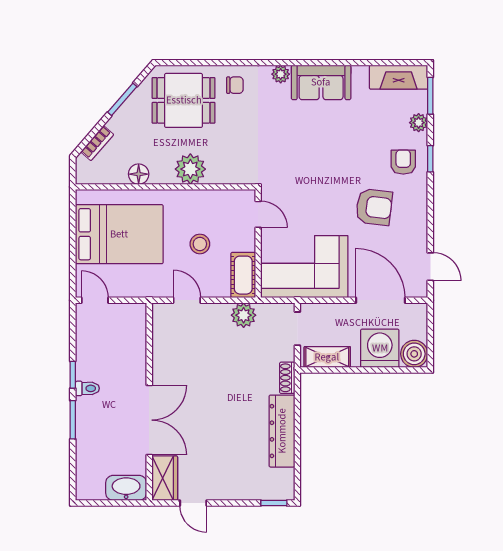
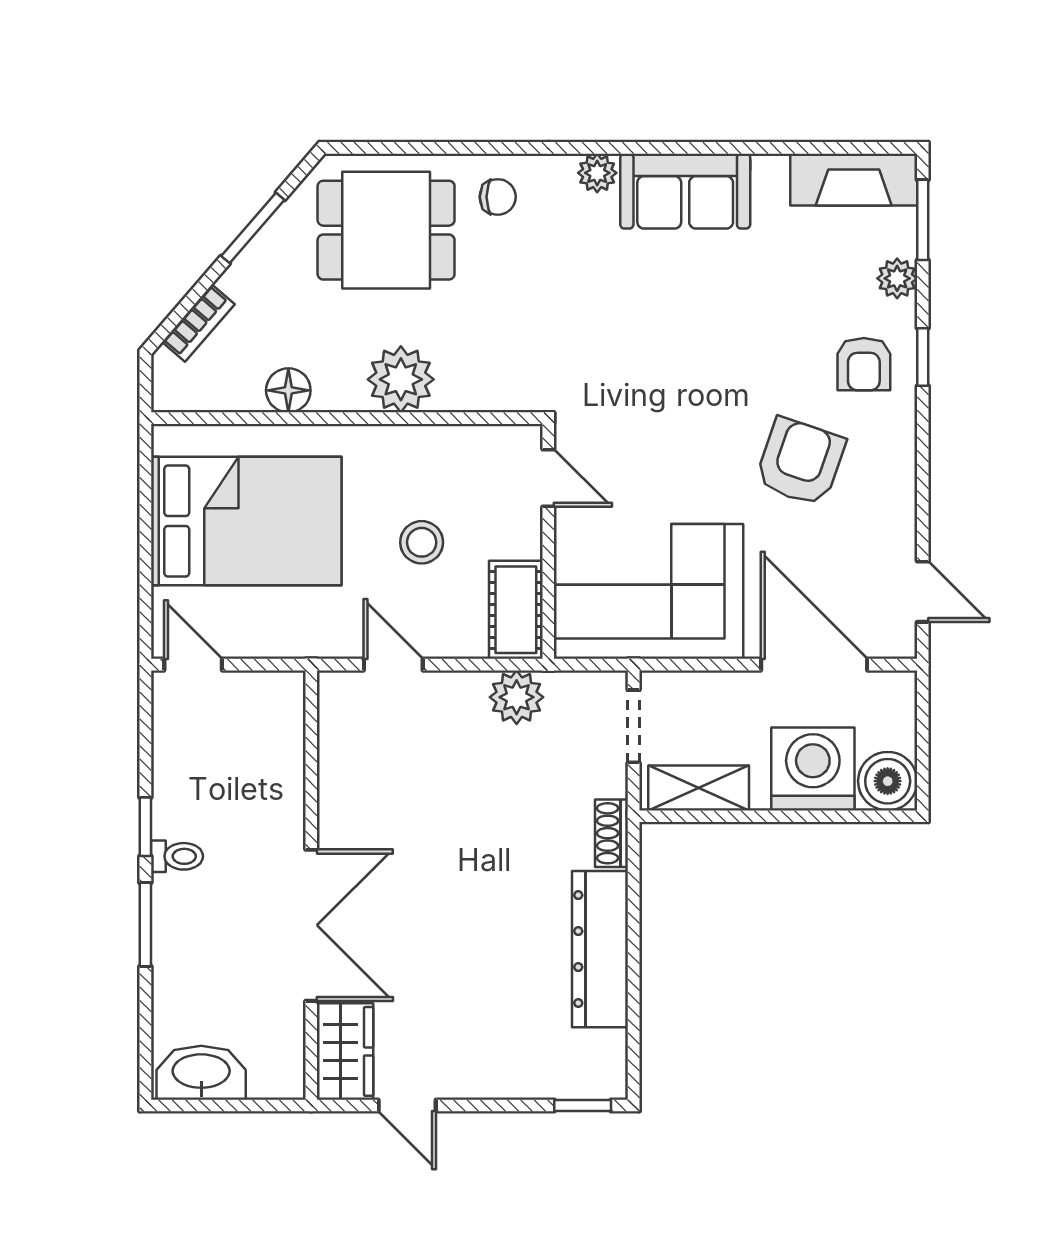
armchair: (403, 162) -> (864, 364), turned 180
armchair: (374, 207) -> (800, 462), turned -78
washbasin: (126, 488) -> (201, 1073), moved

